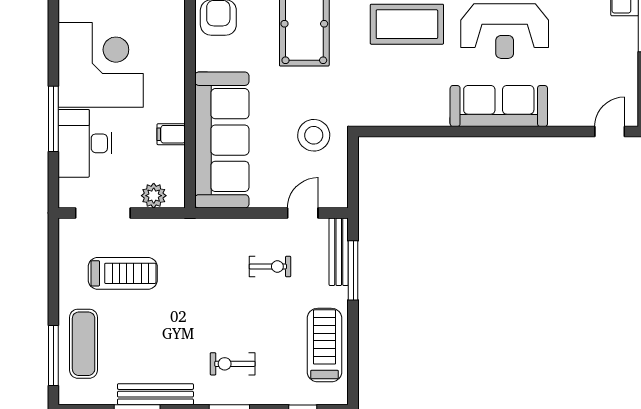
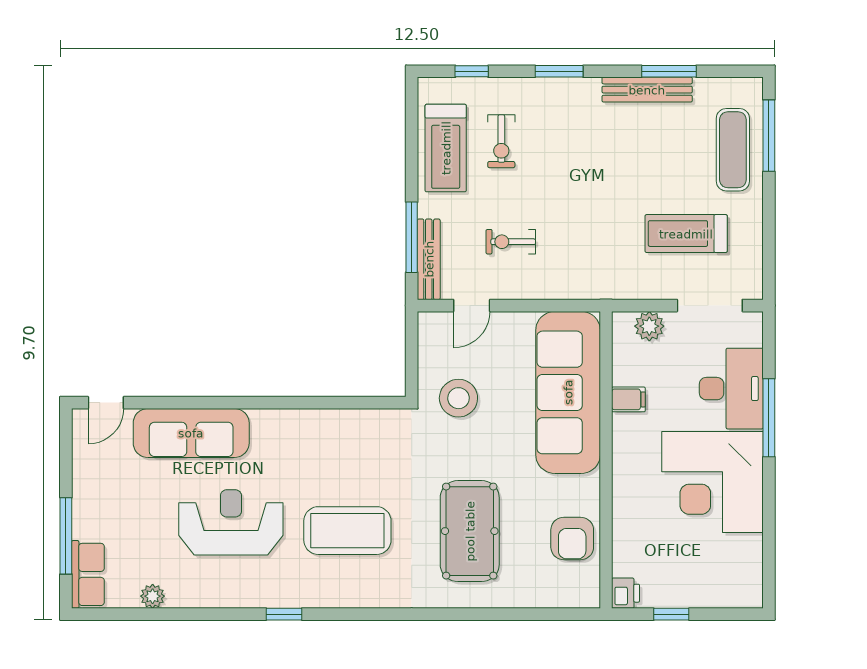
sofa: (499, 106) -> (191, 433), moved
exercise bike: (233, 364) -> (501, 141), moved, turned 90

